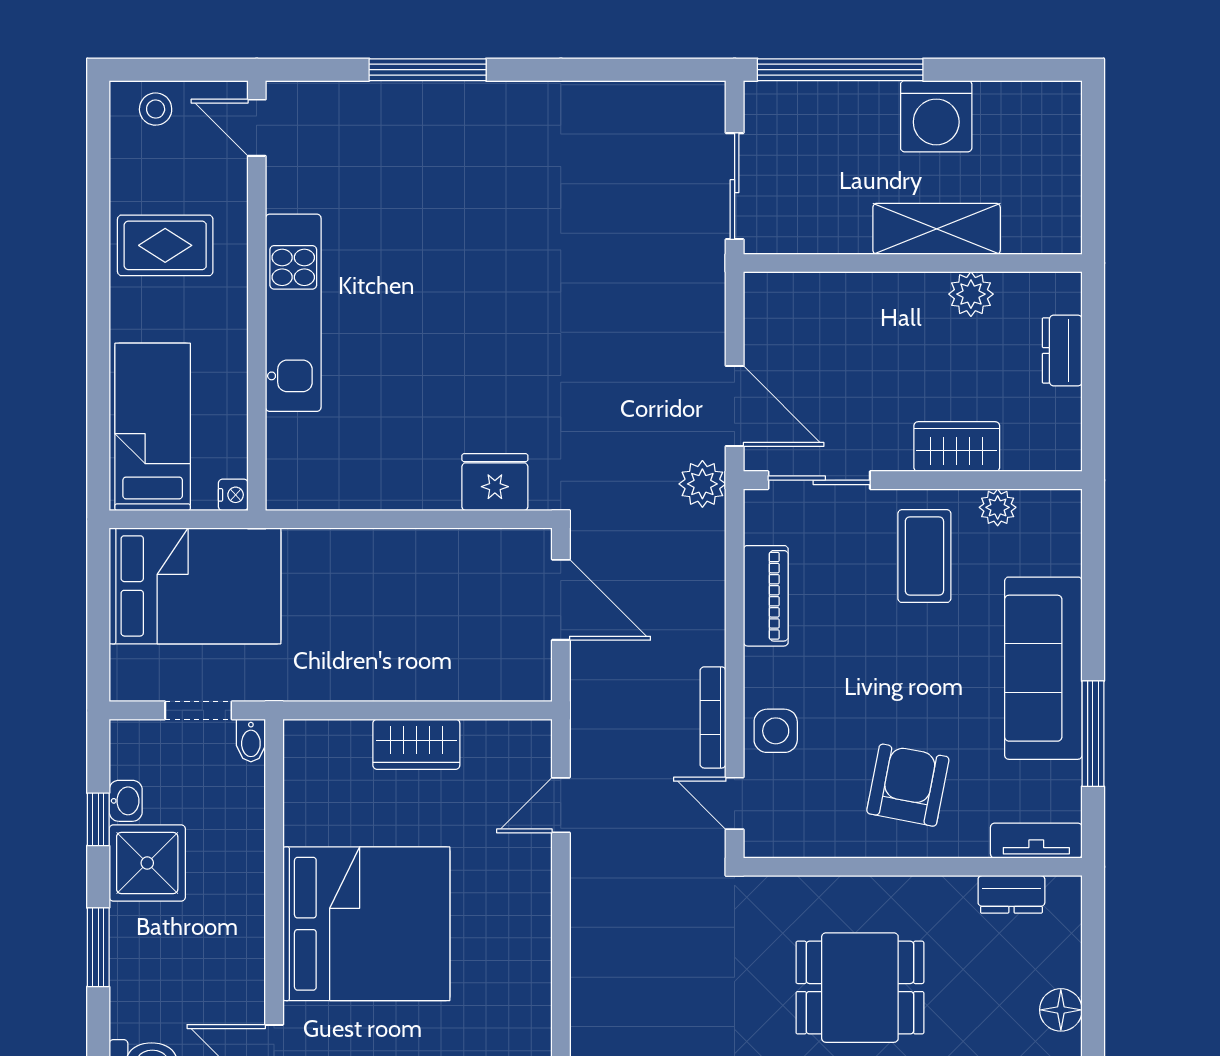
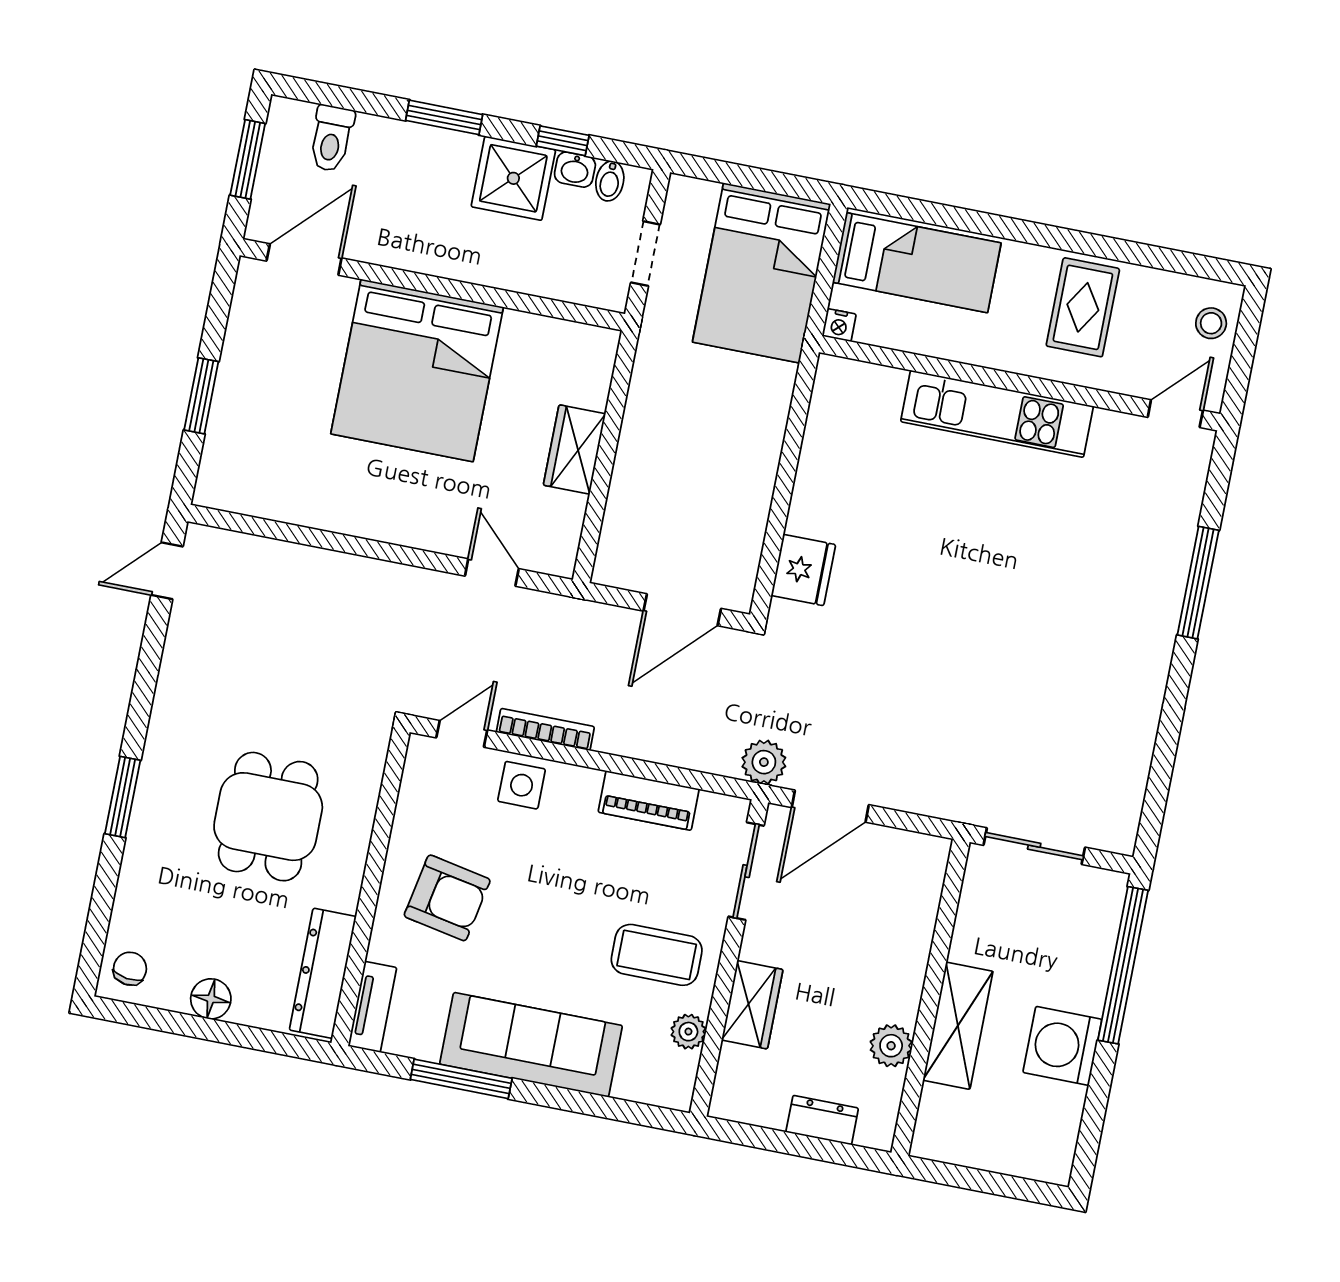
bidet: (251, 740) -> (610, 181), moved, turned -90
dresser: (1011, 894) -> (323, 973), width x1.96, depth x1.24

